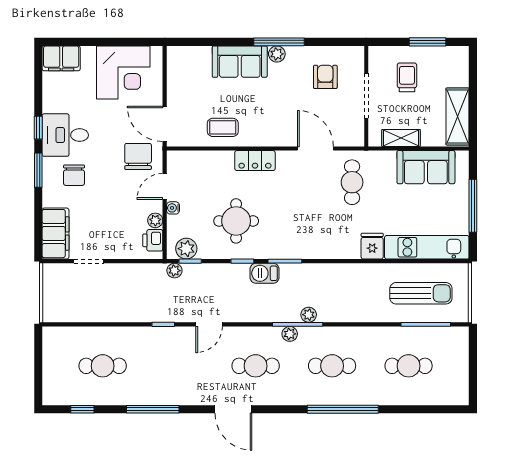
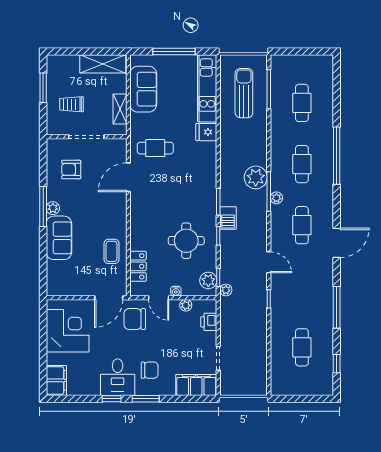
locker: (255, 161) -> (138, 266), moved
printer: (153, 240) -> (209, 322), moved, turned 90
plant: (309, 315) -> (256, 177), width x1.88, depth x1.88

